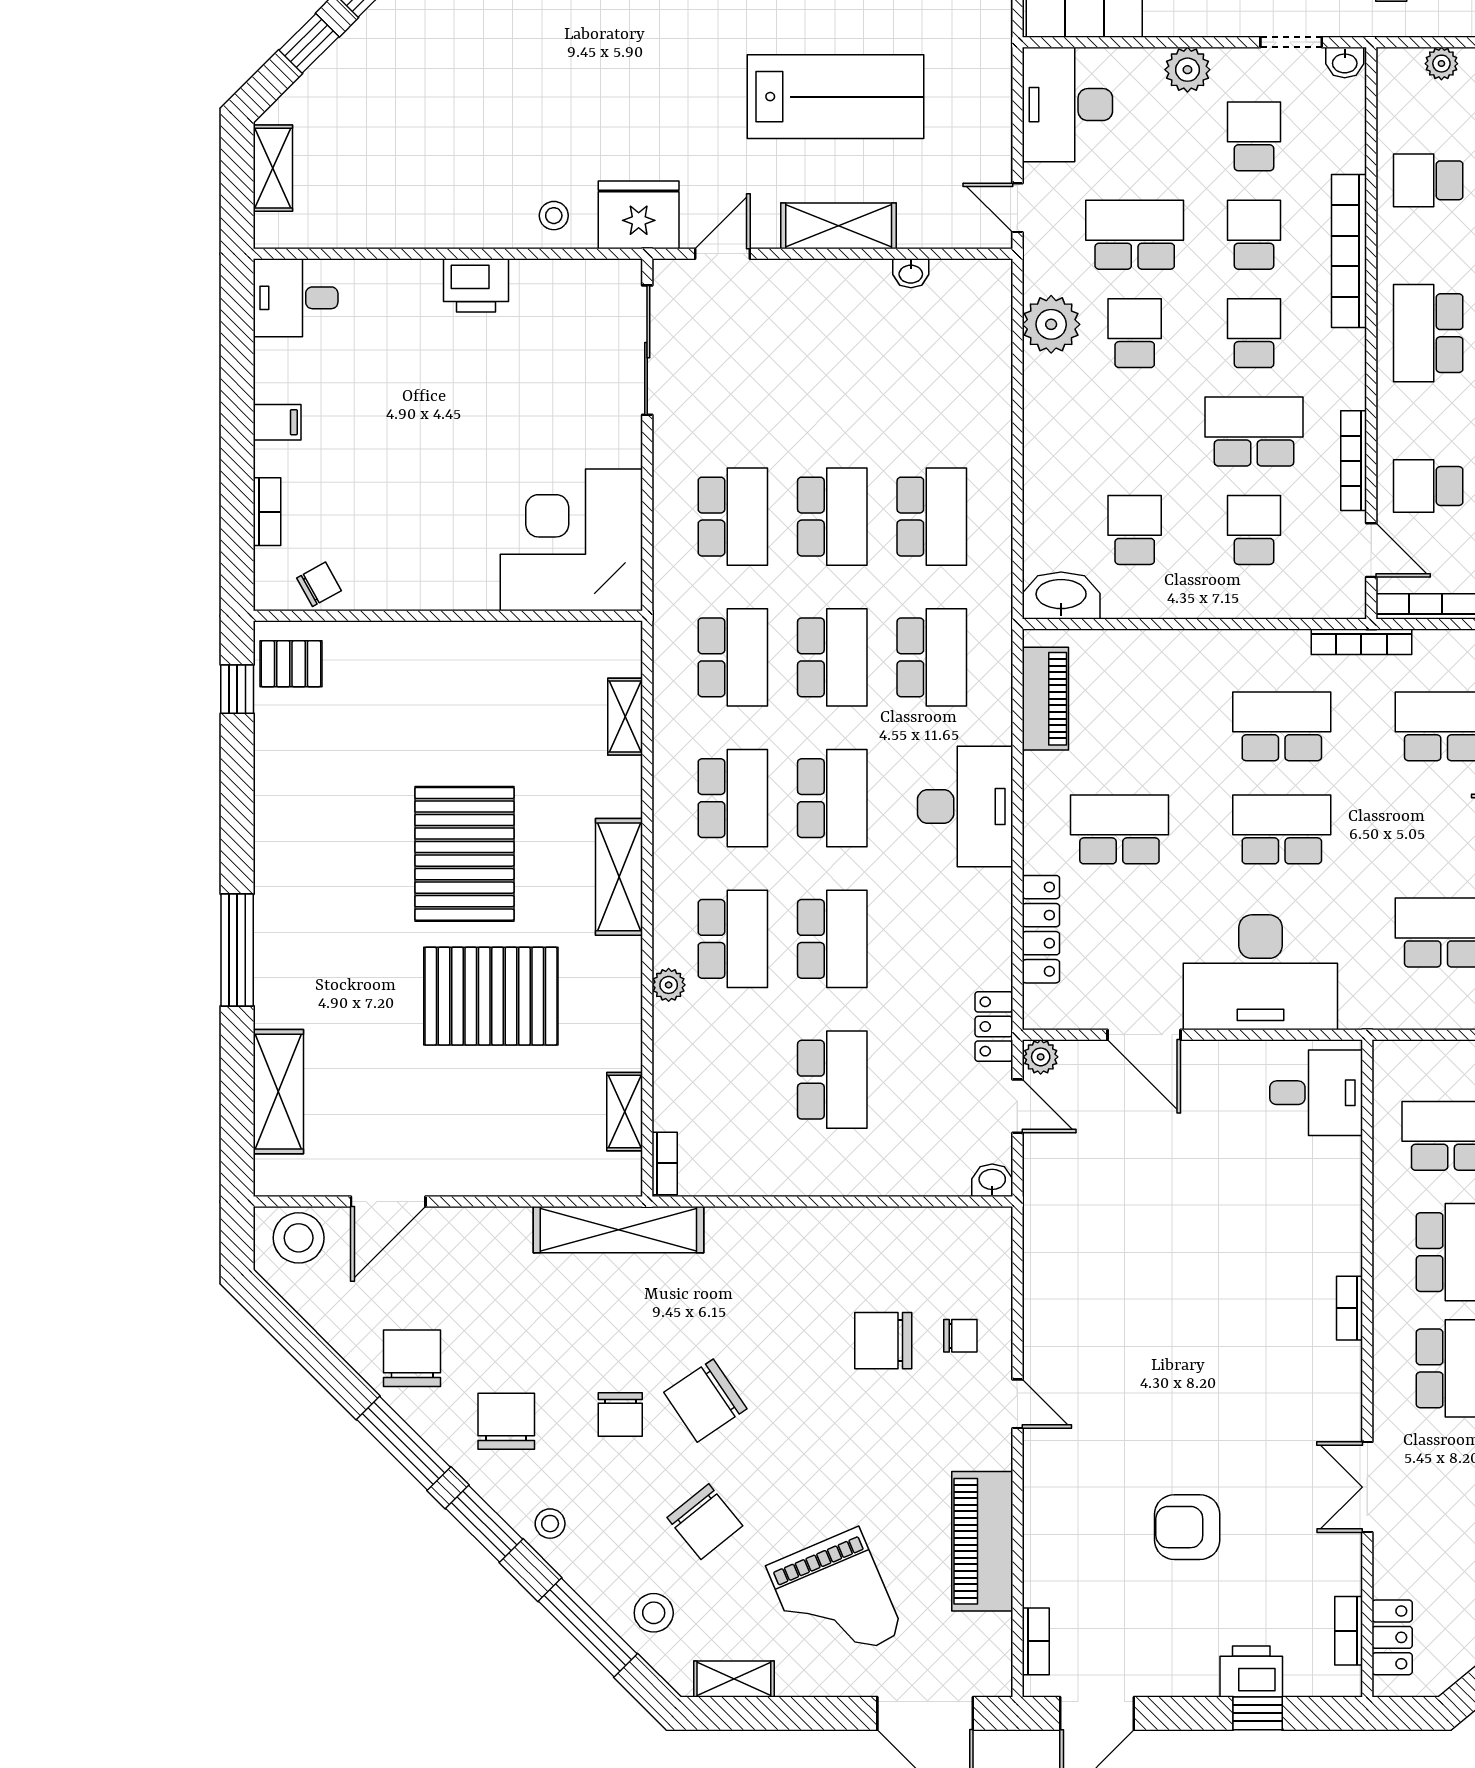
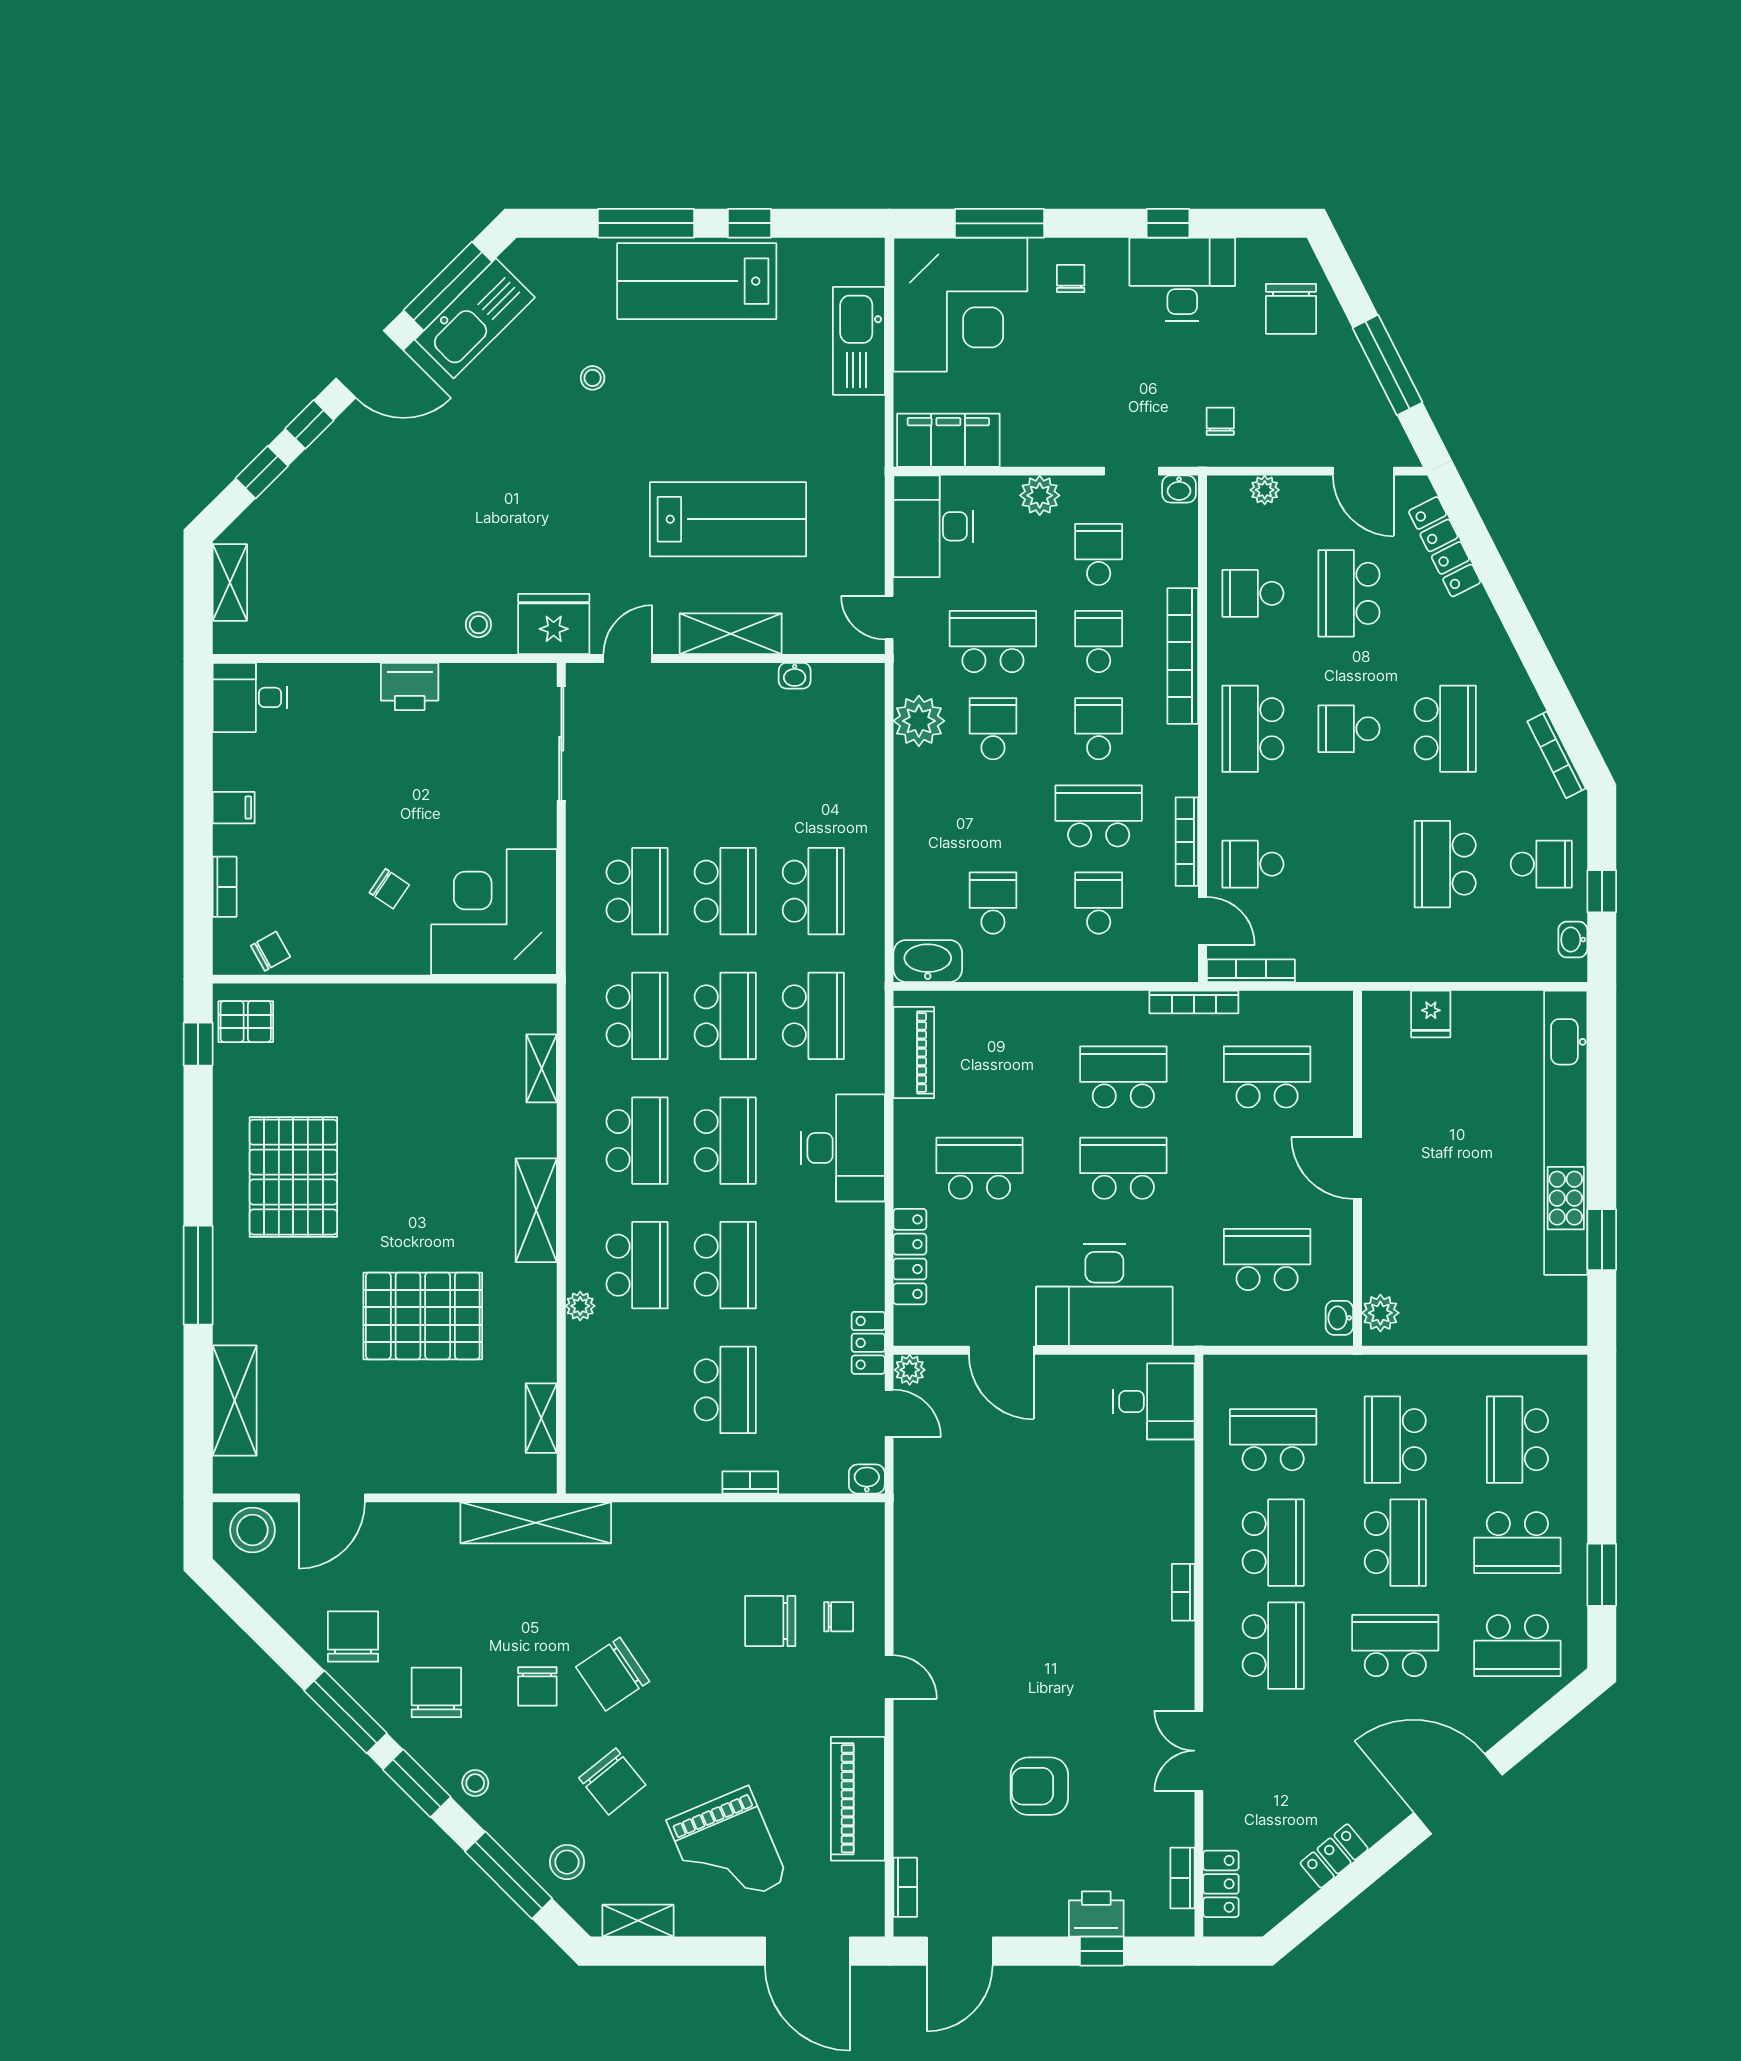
chair: (453, 514) -> (389, 889), added
pallet: (464, 854) -> (293, 1177), moved
bookcase: (665, 1163) -> (750, 1482), moved, turned -90

